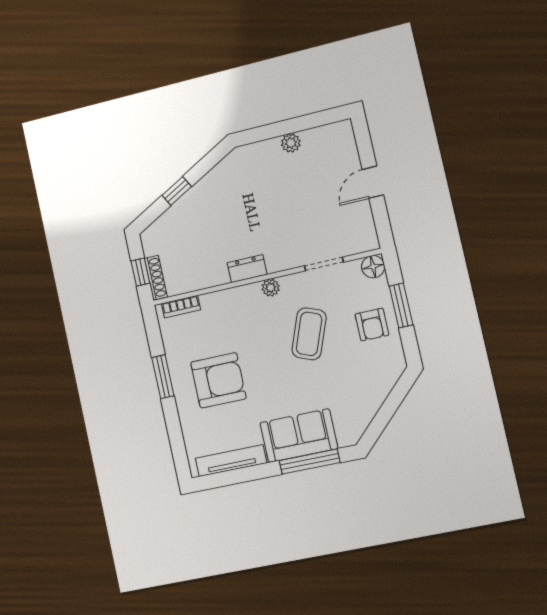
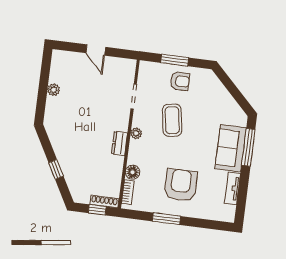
floor lamp: (373, 267) -> (133, 172), moved
coffee table: (309, 334) -> (172, 120), turned 60
tv unit: (231, 461) -> (232, 188), width x0.71

